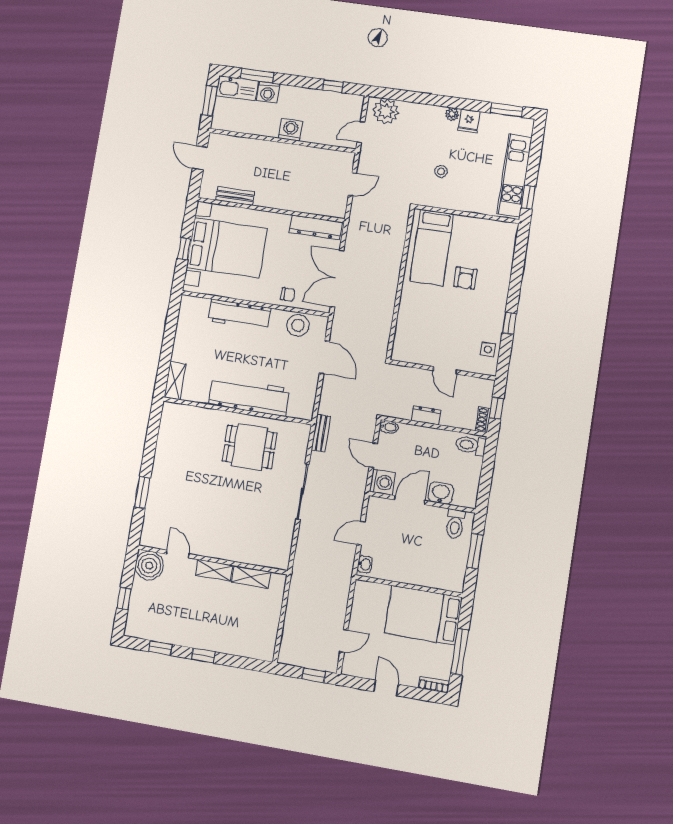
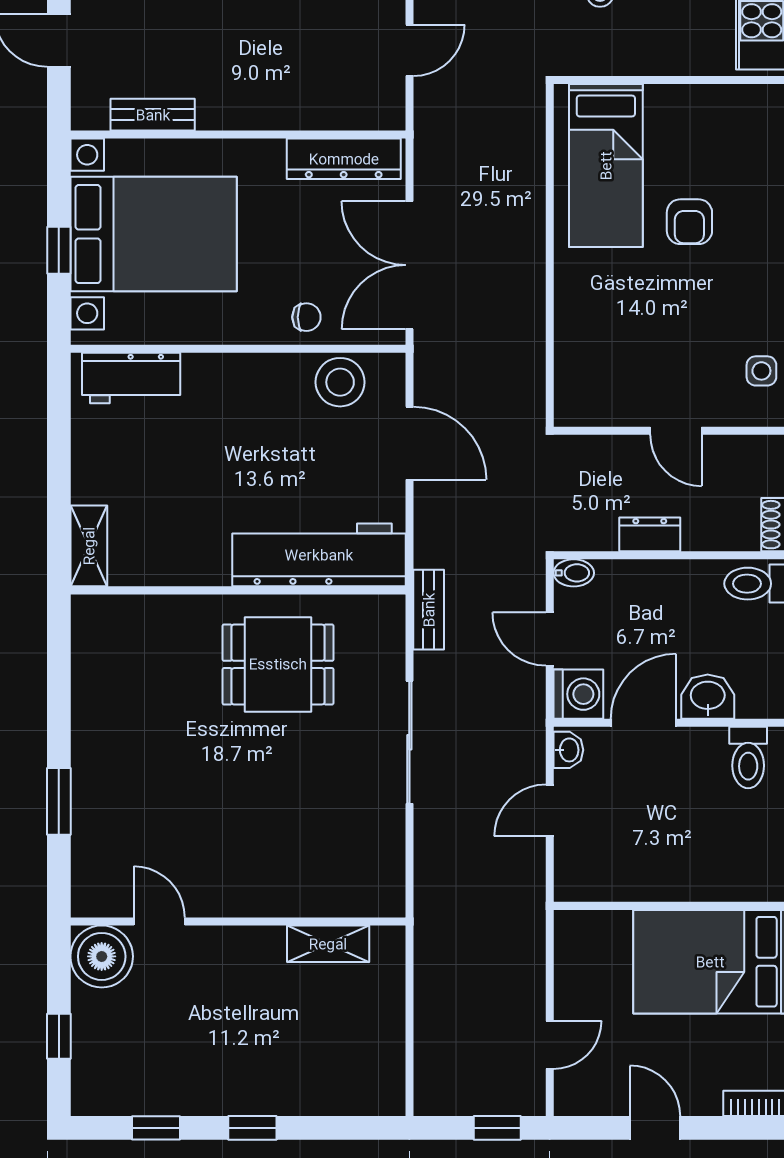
workbench: (239, 315) -> (131, 378), moved, width x0.73
workbench: (249, 397) -> (319, 555), moved
washbasin: (365, 564) -> (568, 750), moved
shelving: (214, 570) -> (245, 943), removed

